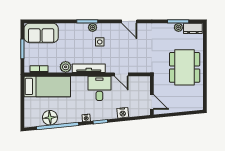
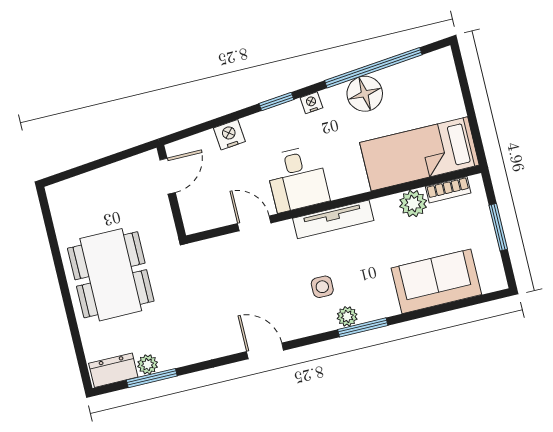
sofa: (41, 33) -> (436, 281), moved
plant: (66, 67) -> (413, 204), moved
door: (152, 102) -> (168, 176), swing flipped
floor lamp: (50, 118) -> (365, 94), moved

